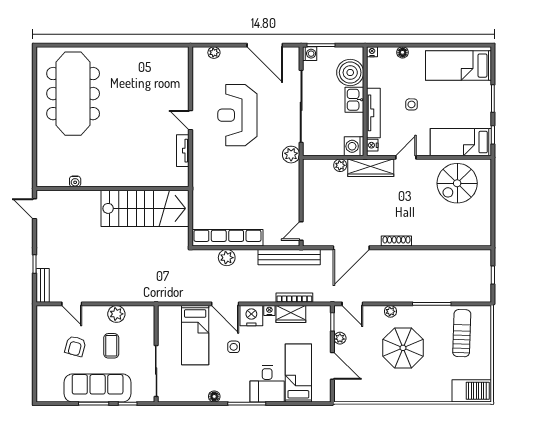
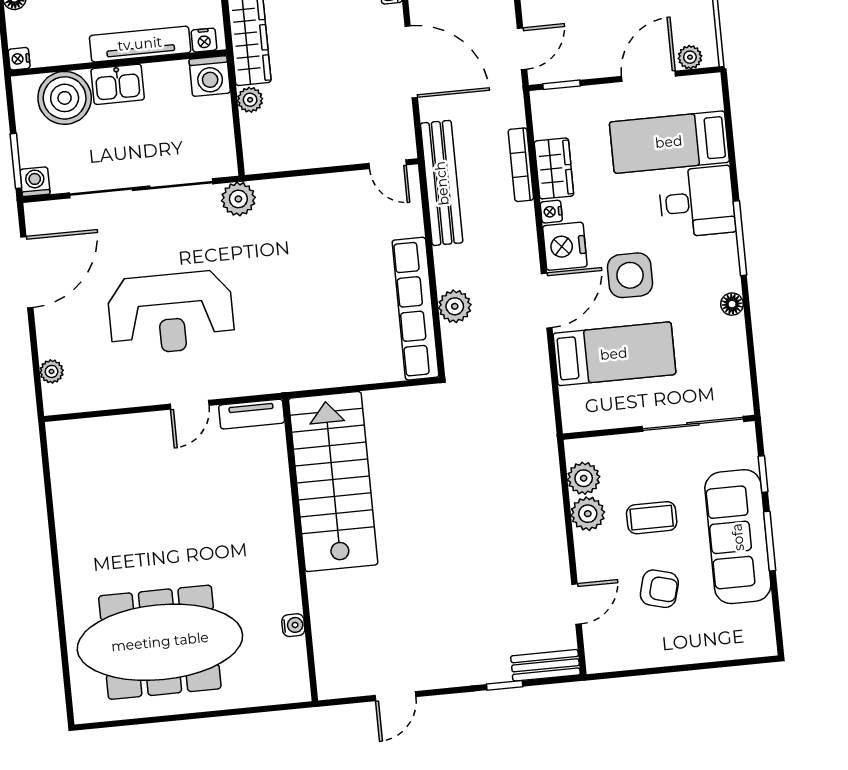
water cooler: (75, 181) -> (293, 625), moved
wall: (113, 189) -> (300, 550), moved
stairs: (145, 208) -> (333, 482), moved
plant: (134, 314) -> (584, 478), added
plant: (340, 338) -> (690, 57), moved
side table: (234, 347) -> (630, 275), width x1.87, depth x1.87

